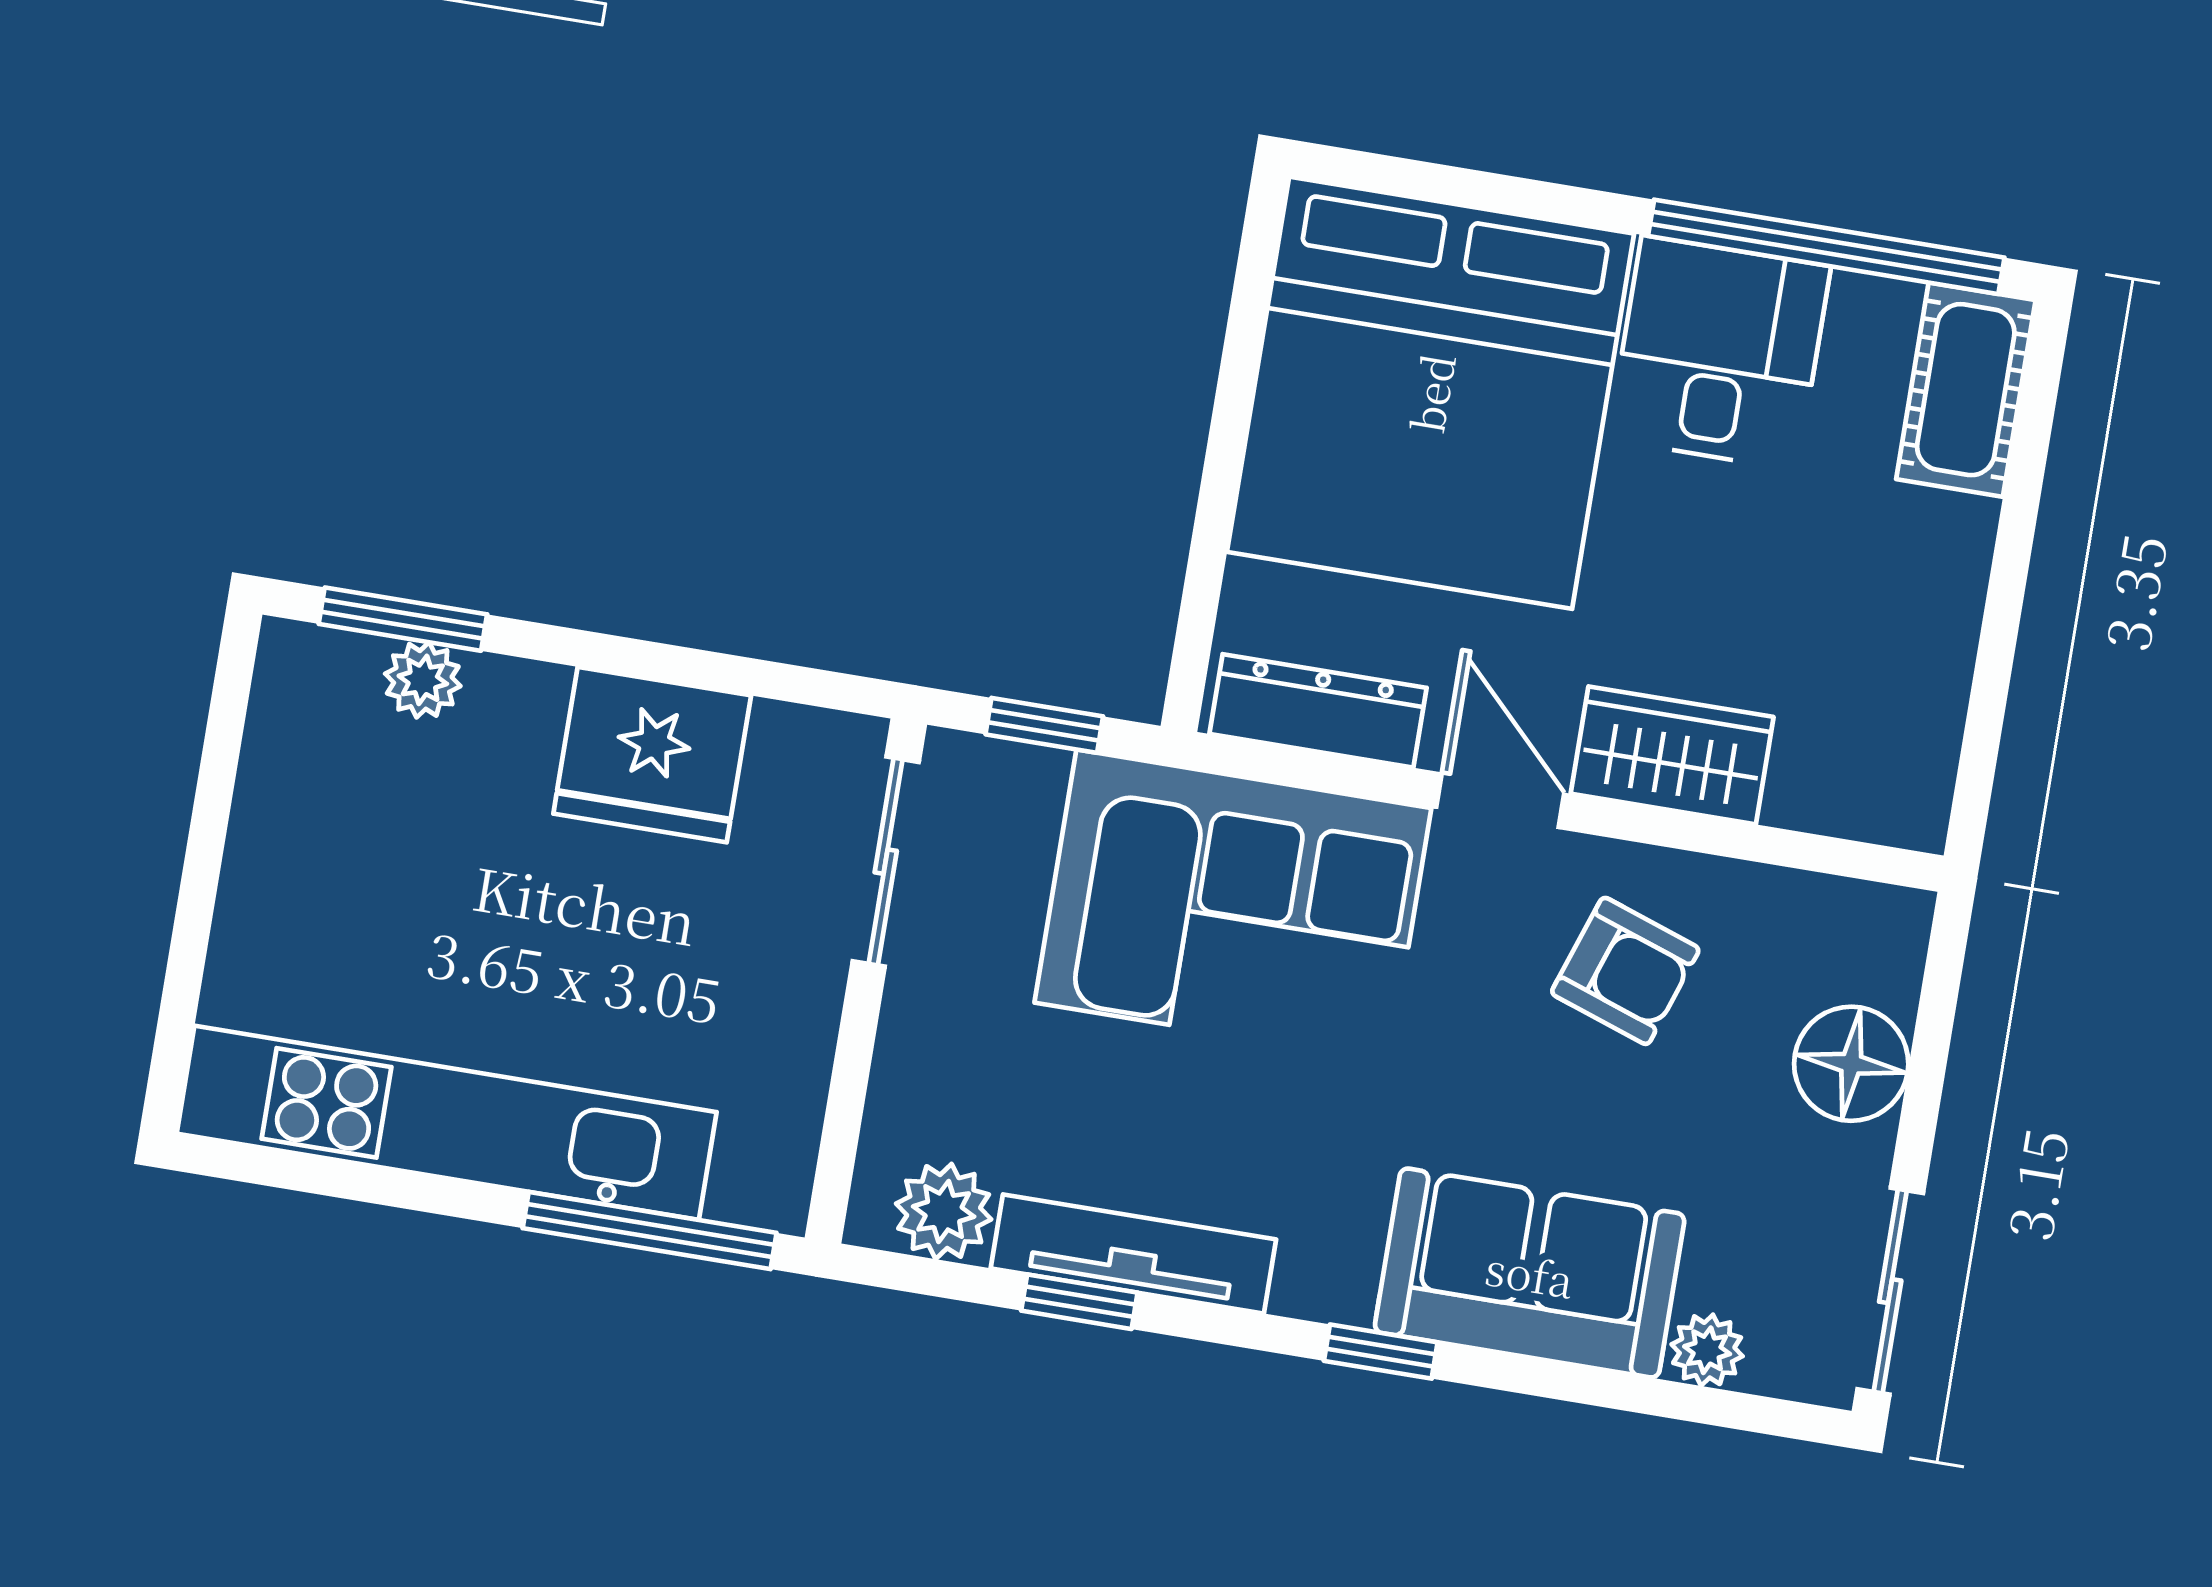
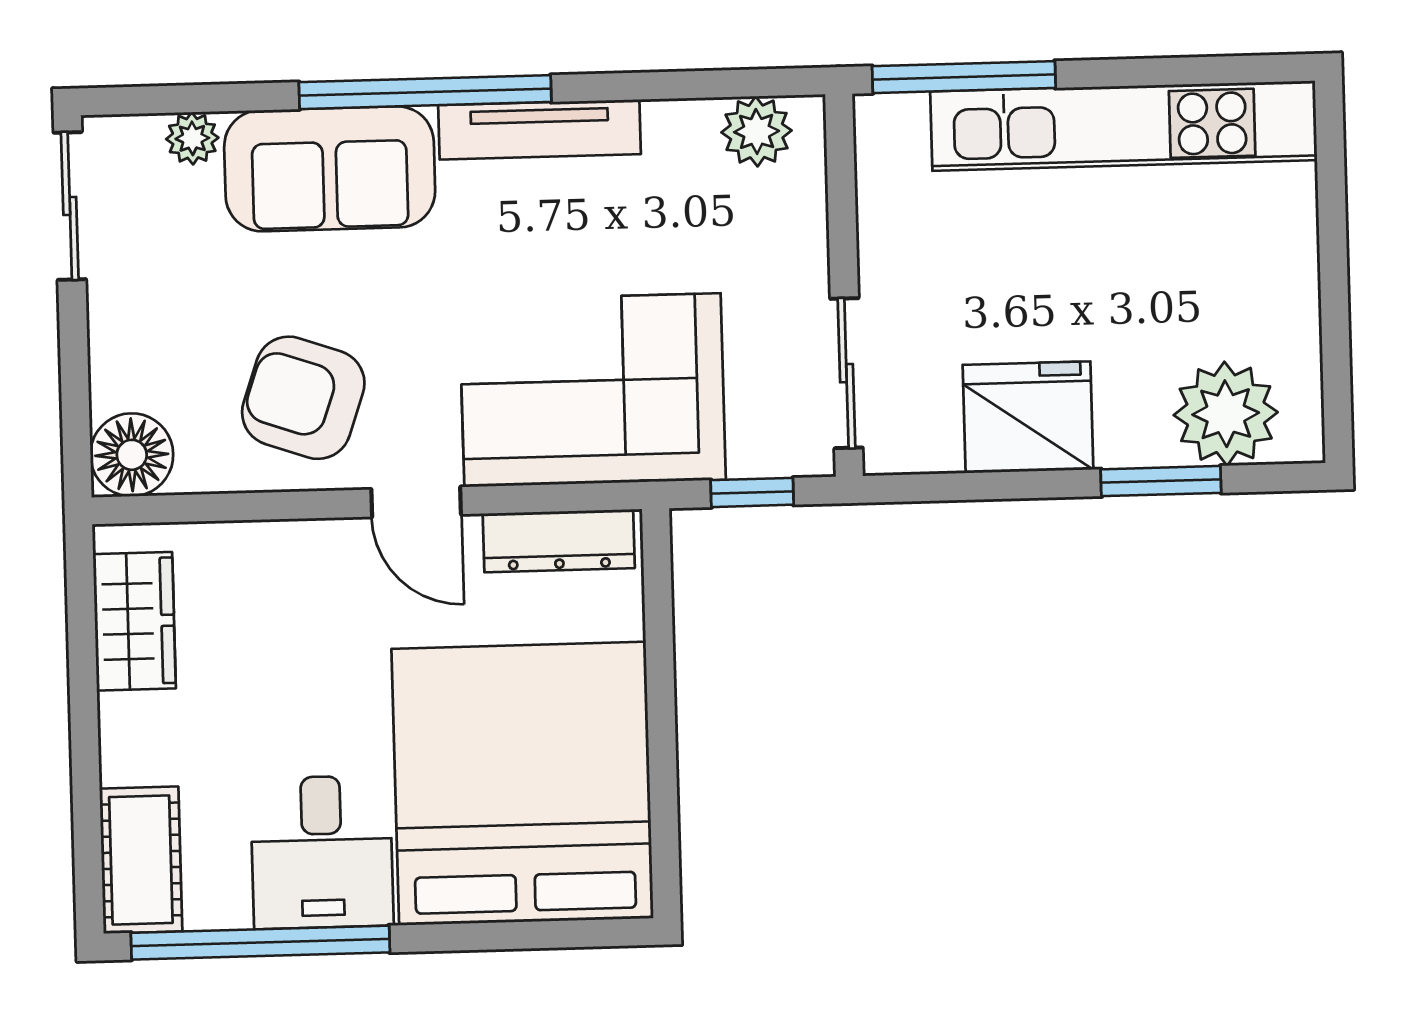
window: (403, 619) -> (1161, 481), moved
plant: (423, 680) -> (1226, 414), width x1.87, depth x1.87
wardrobe: (1672, 755) -> (134, 621), moved, turned -90
armchair: (1625, 971) -> (303, 398), width x1.38, depth x1.38
floor lamp: (1851, 1064) -> (132, 455), moved
tv unit: (1133, 1254) -> (540, 130), moved
window: (1079, 1302) -> (647, 86), removed
window: (1381, 1352) -> (425, 92), width x3.17

